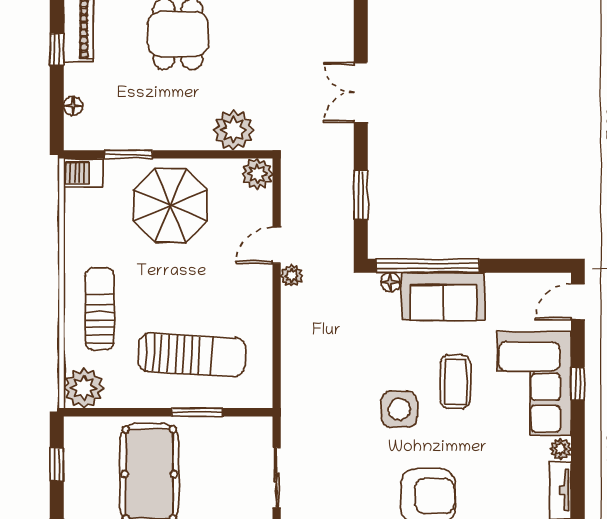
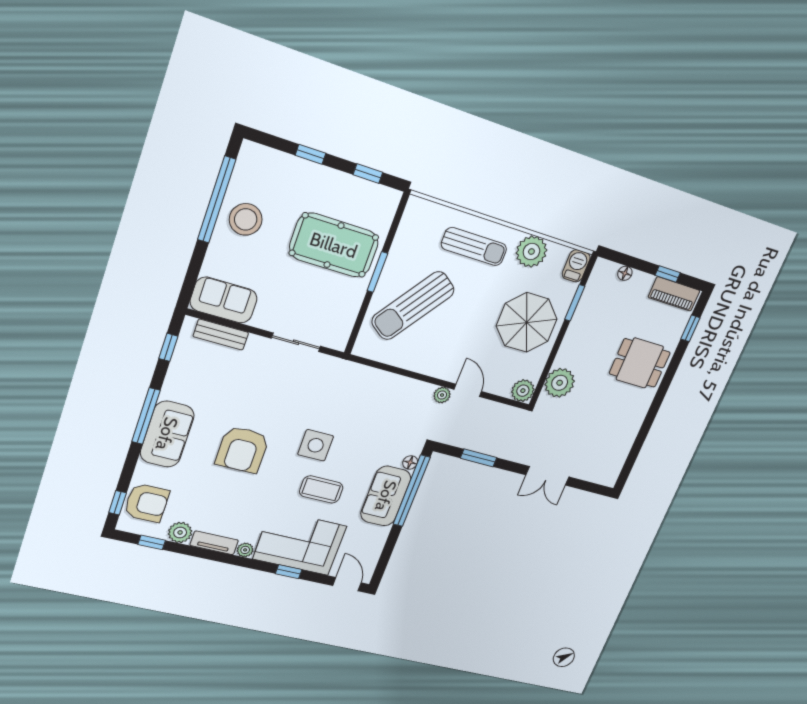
double door: (361, 92) -> (547, 476), swing flipped
sun lounger: (192, 355) -> (413, 306), turned 33
plant: (84, 388) -> (531, 252), moved
window: (197, 412) -> (377, 272), moved

